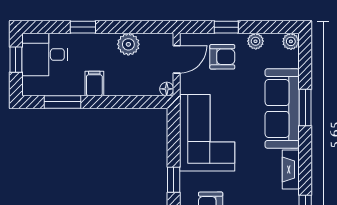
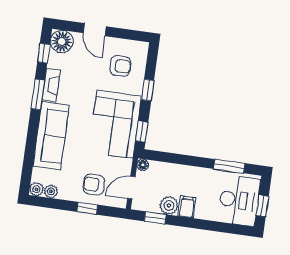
window: (83, 27) -> (155, 218), moved
plant: (256, 41) -> (51, 191), moved
desk: (45, 55) -> (239, 200), width x1.37
filing cabinet: (94, 84) -> (187, 207), moved, turned 180
window: (305, 108) -> (38, 94), moved
window: (174, 129) -> (142, 132), added

